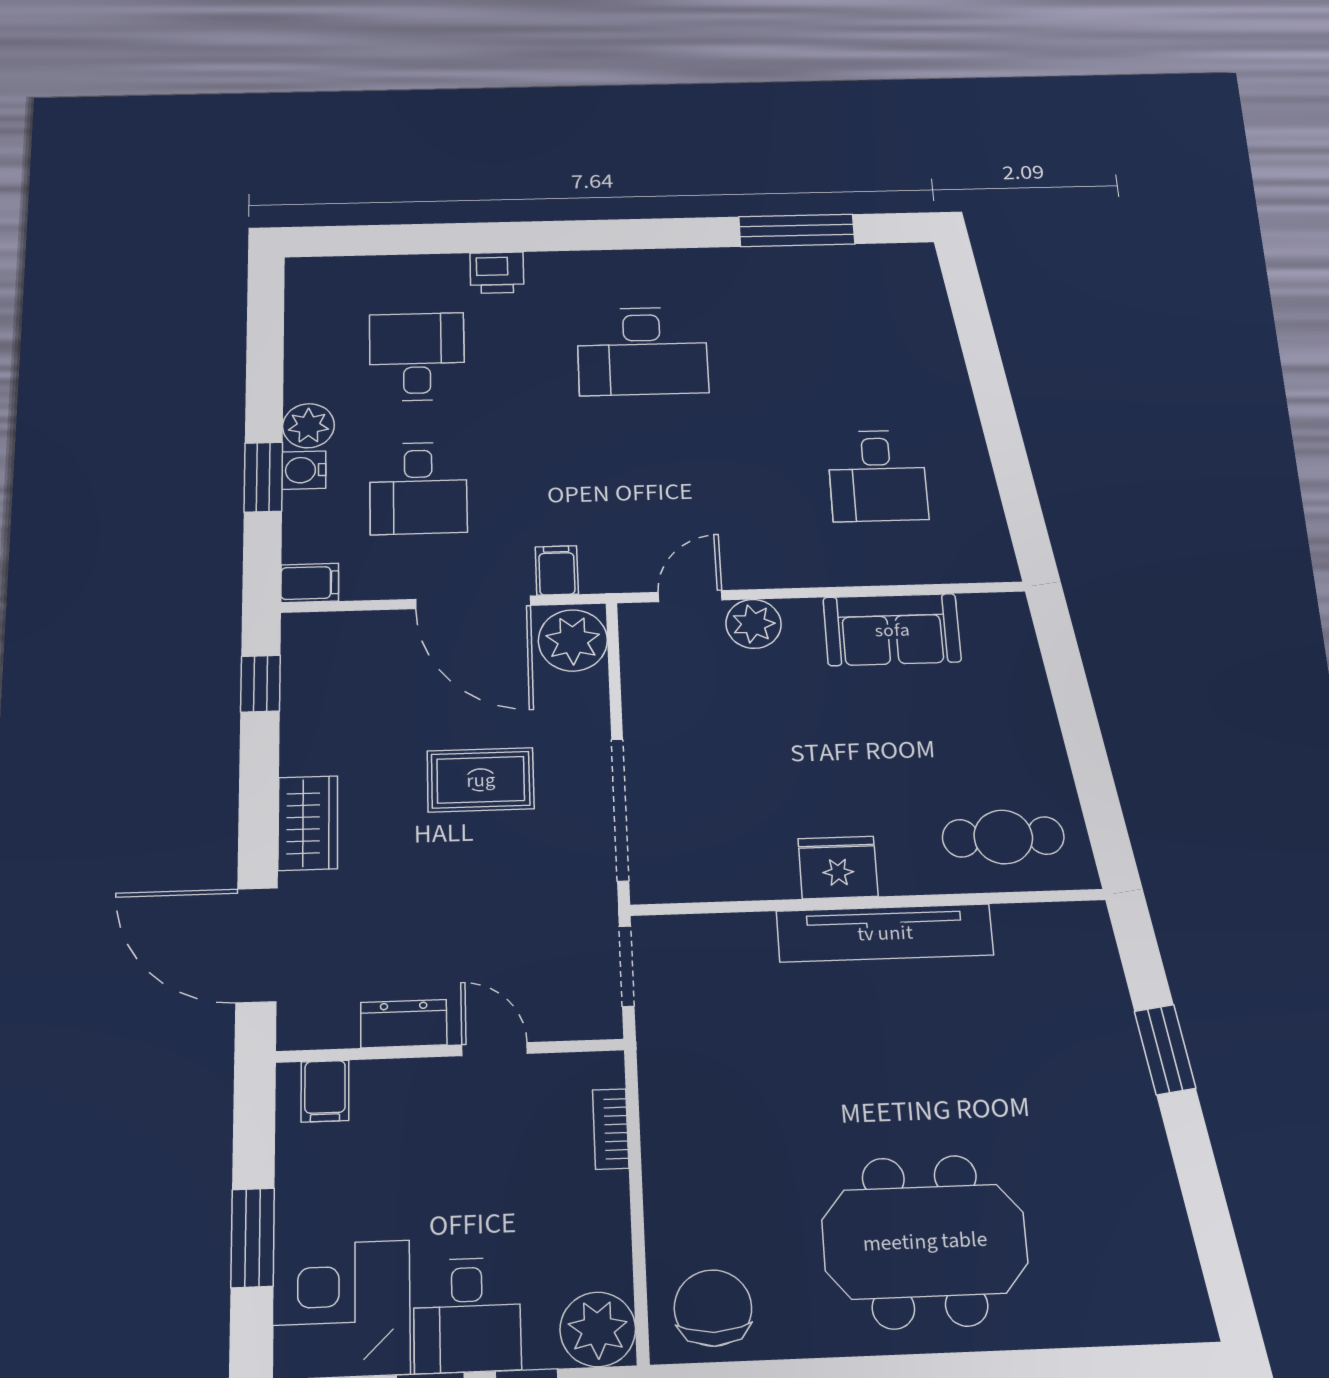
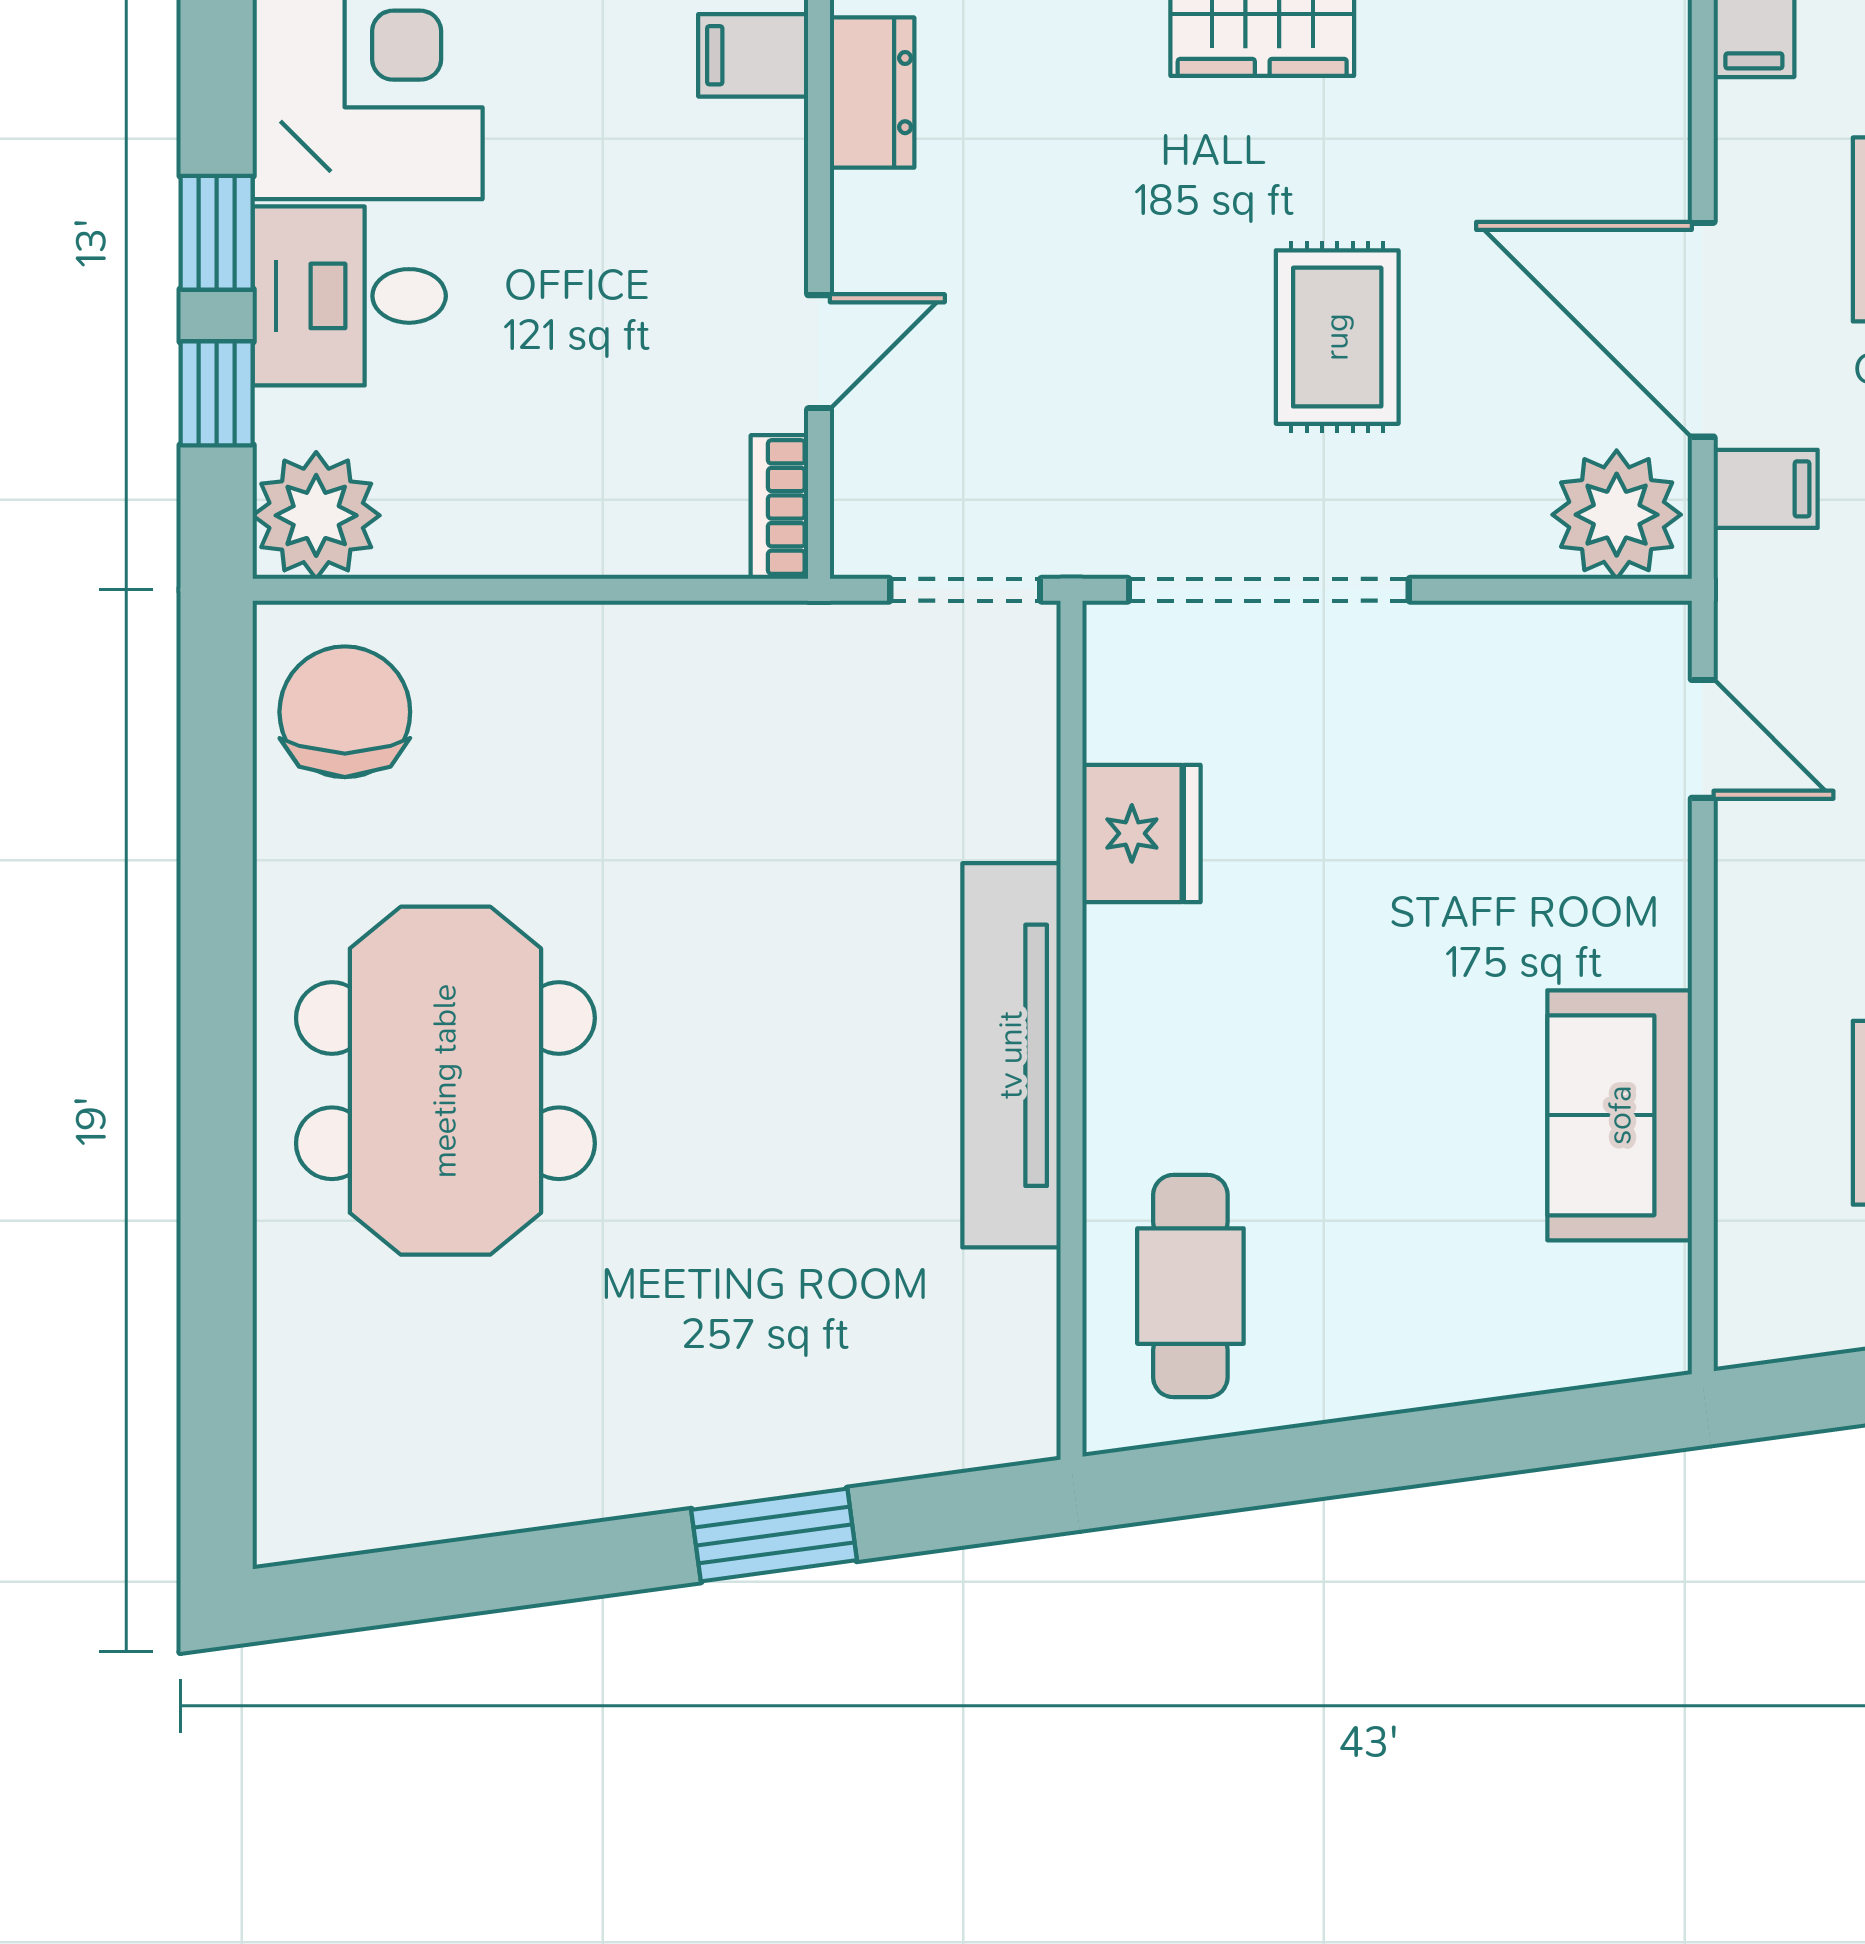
door: (473, 602) -> (1703, 330), hinge flipped
plant: (754, 624) -> (1640, 855), removed
fridge: (838, 867) -> (1141, 833), moved
dresser: (404, 1024) -> (872, 93), moved
bookcase: (611, 1129) -> (779, 507), moved, turned -90
chair: (713, 1308) -> (345, 712), turned -90

